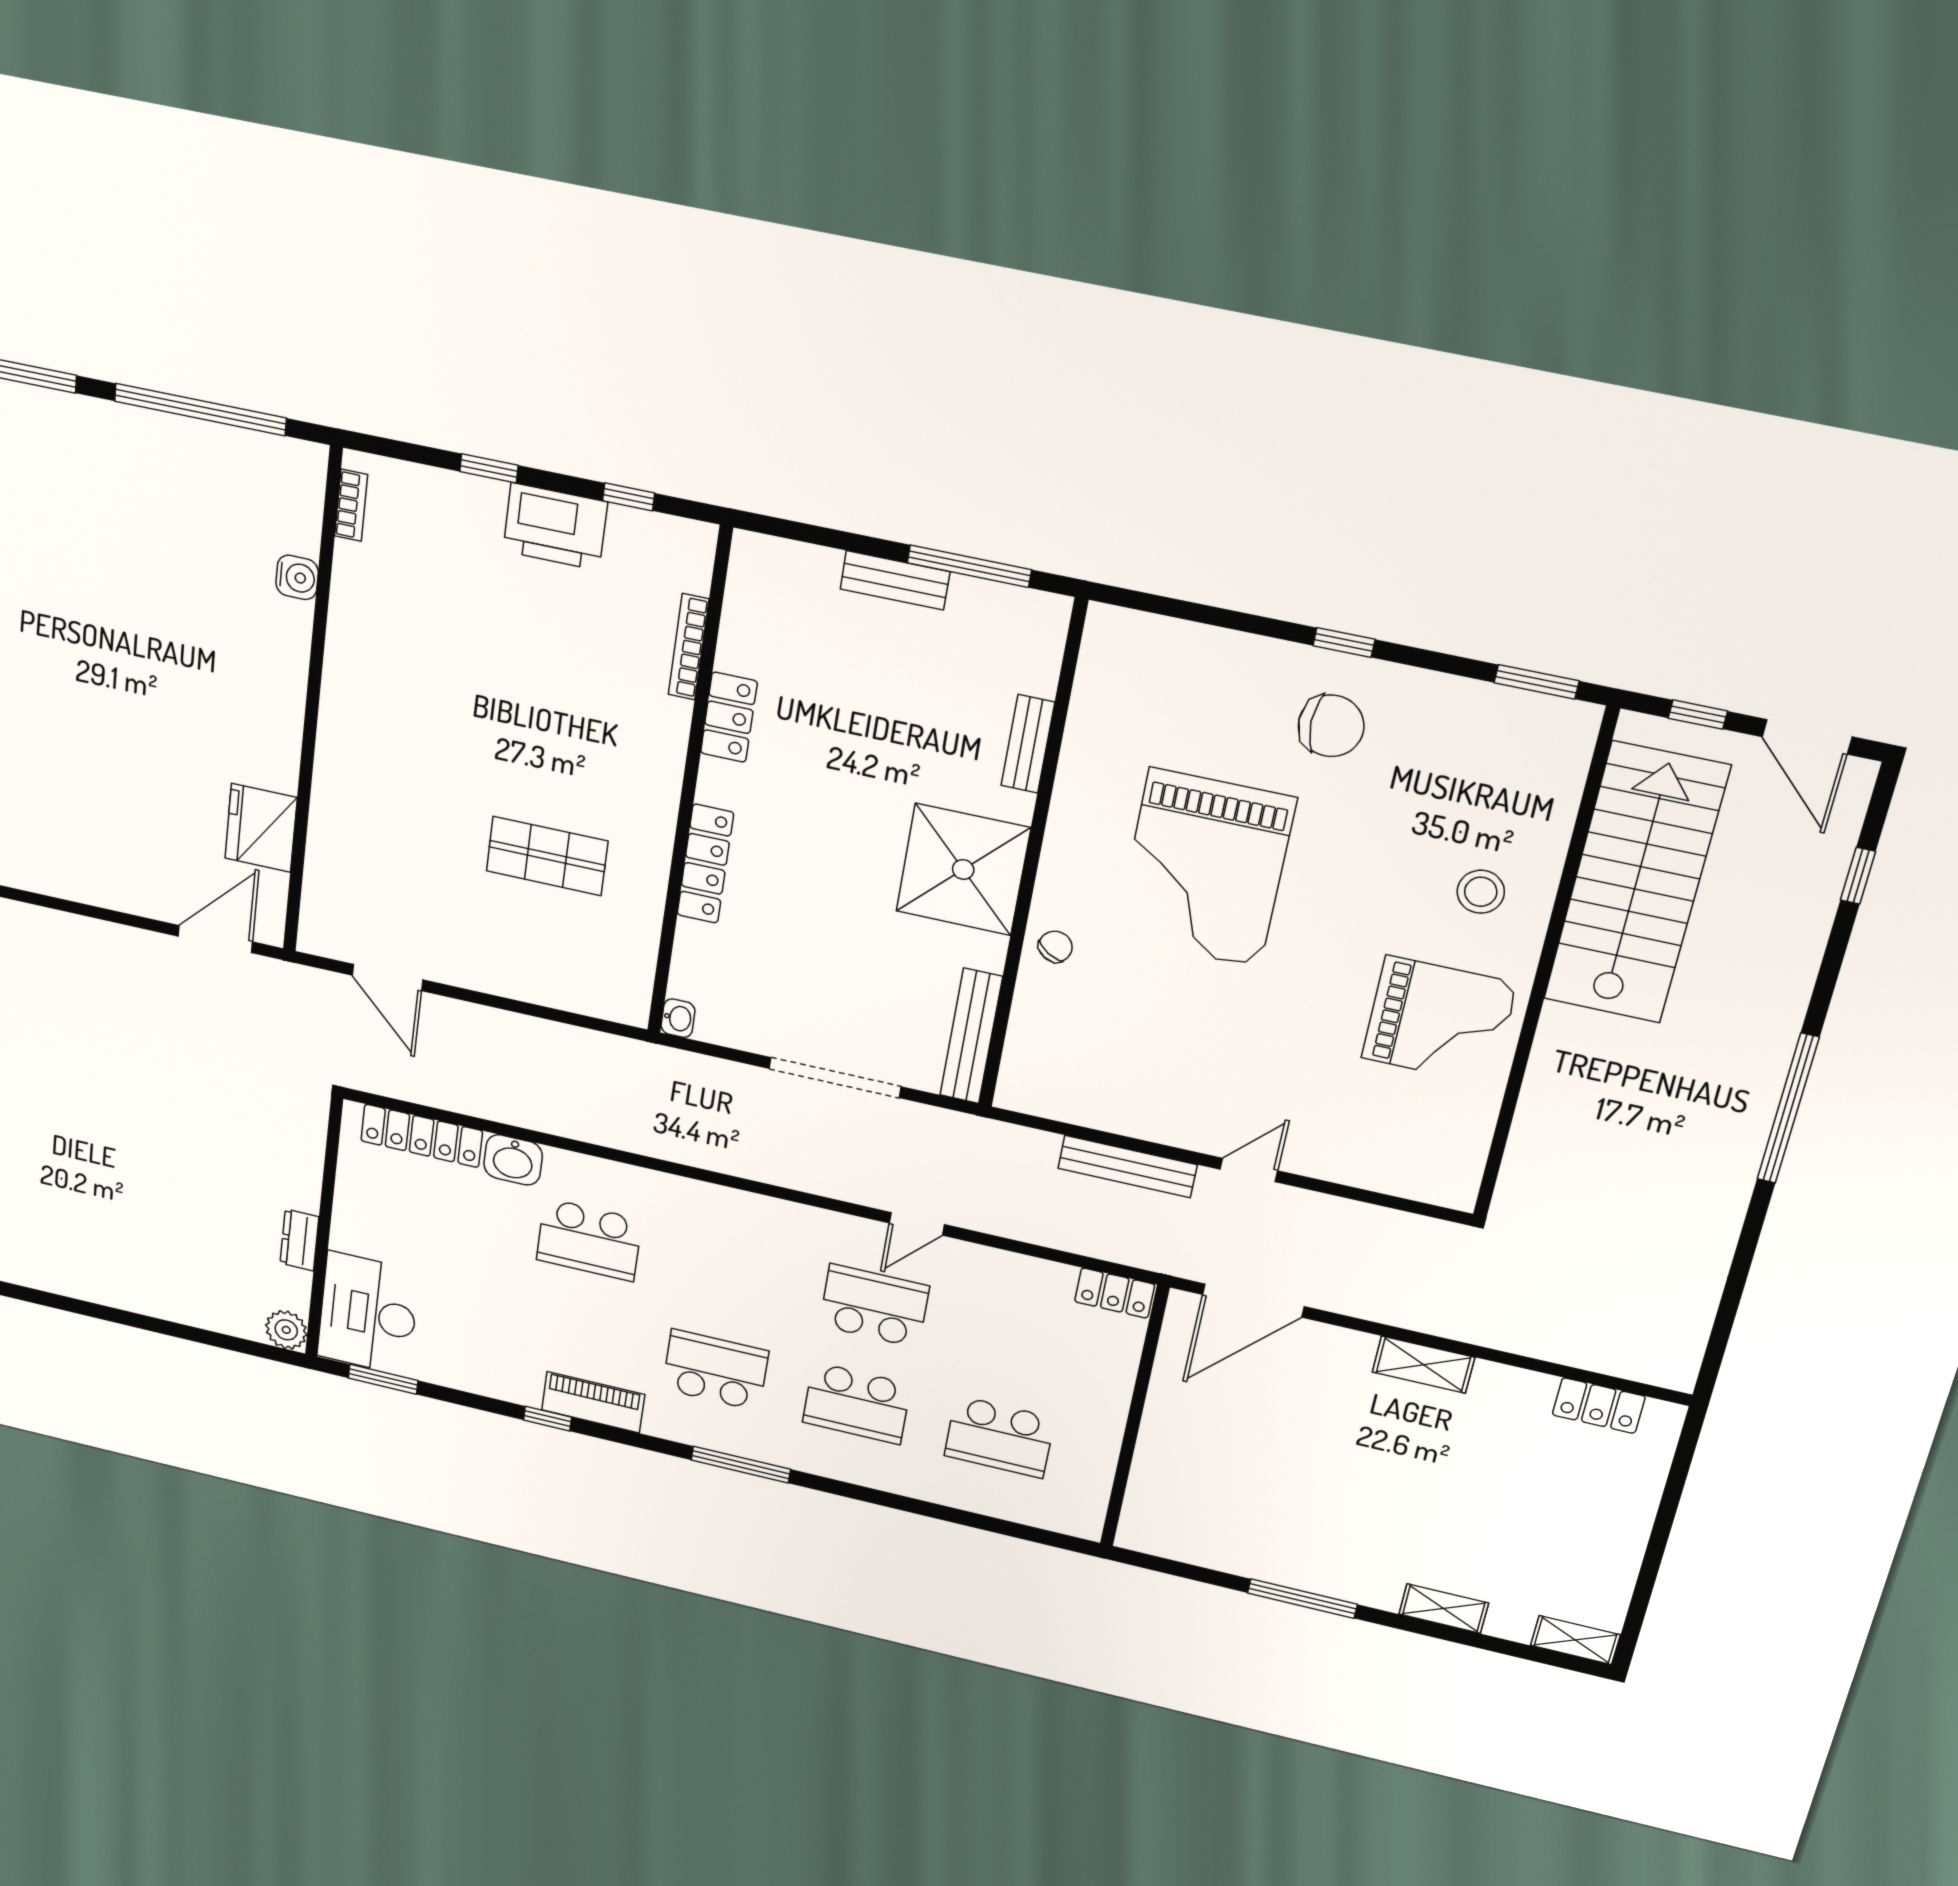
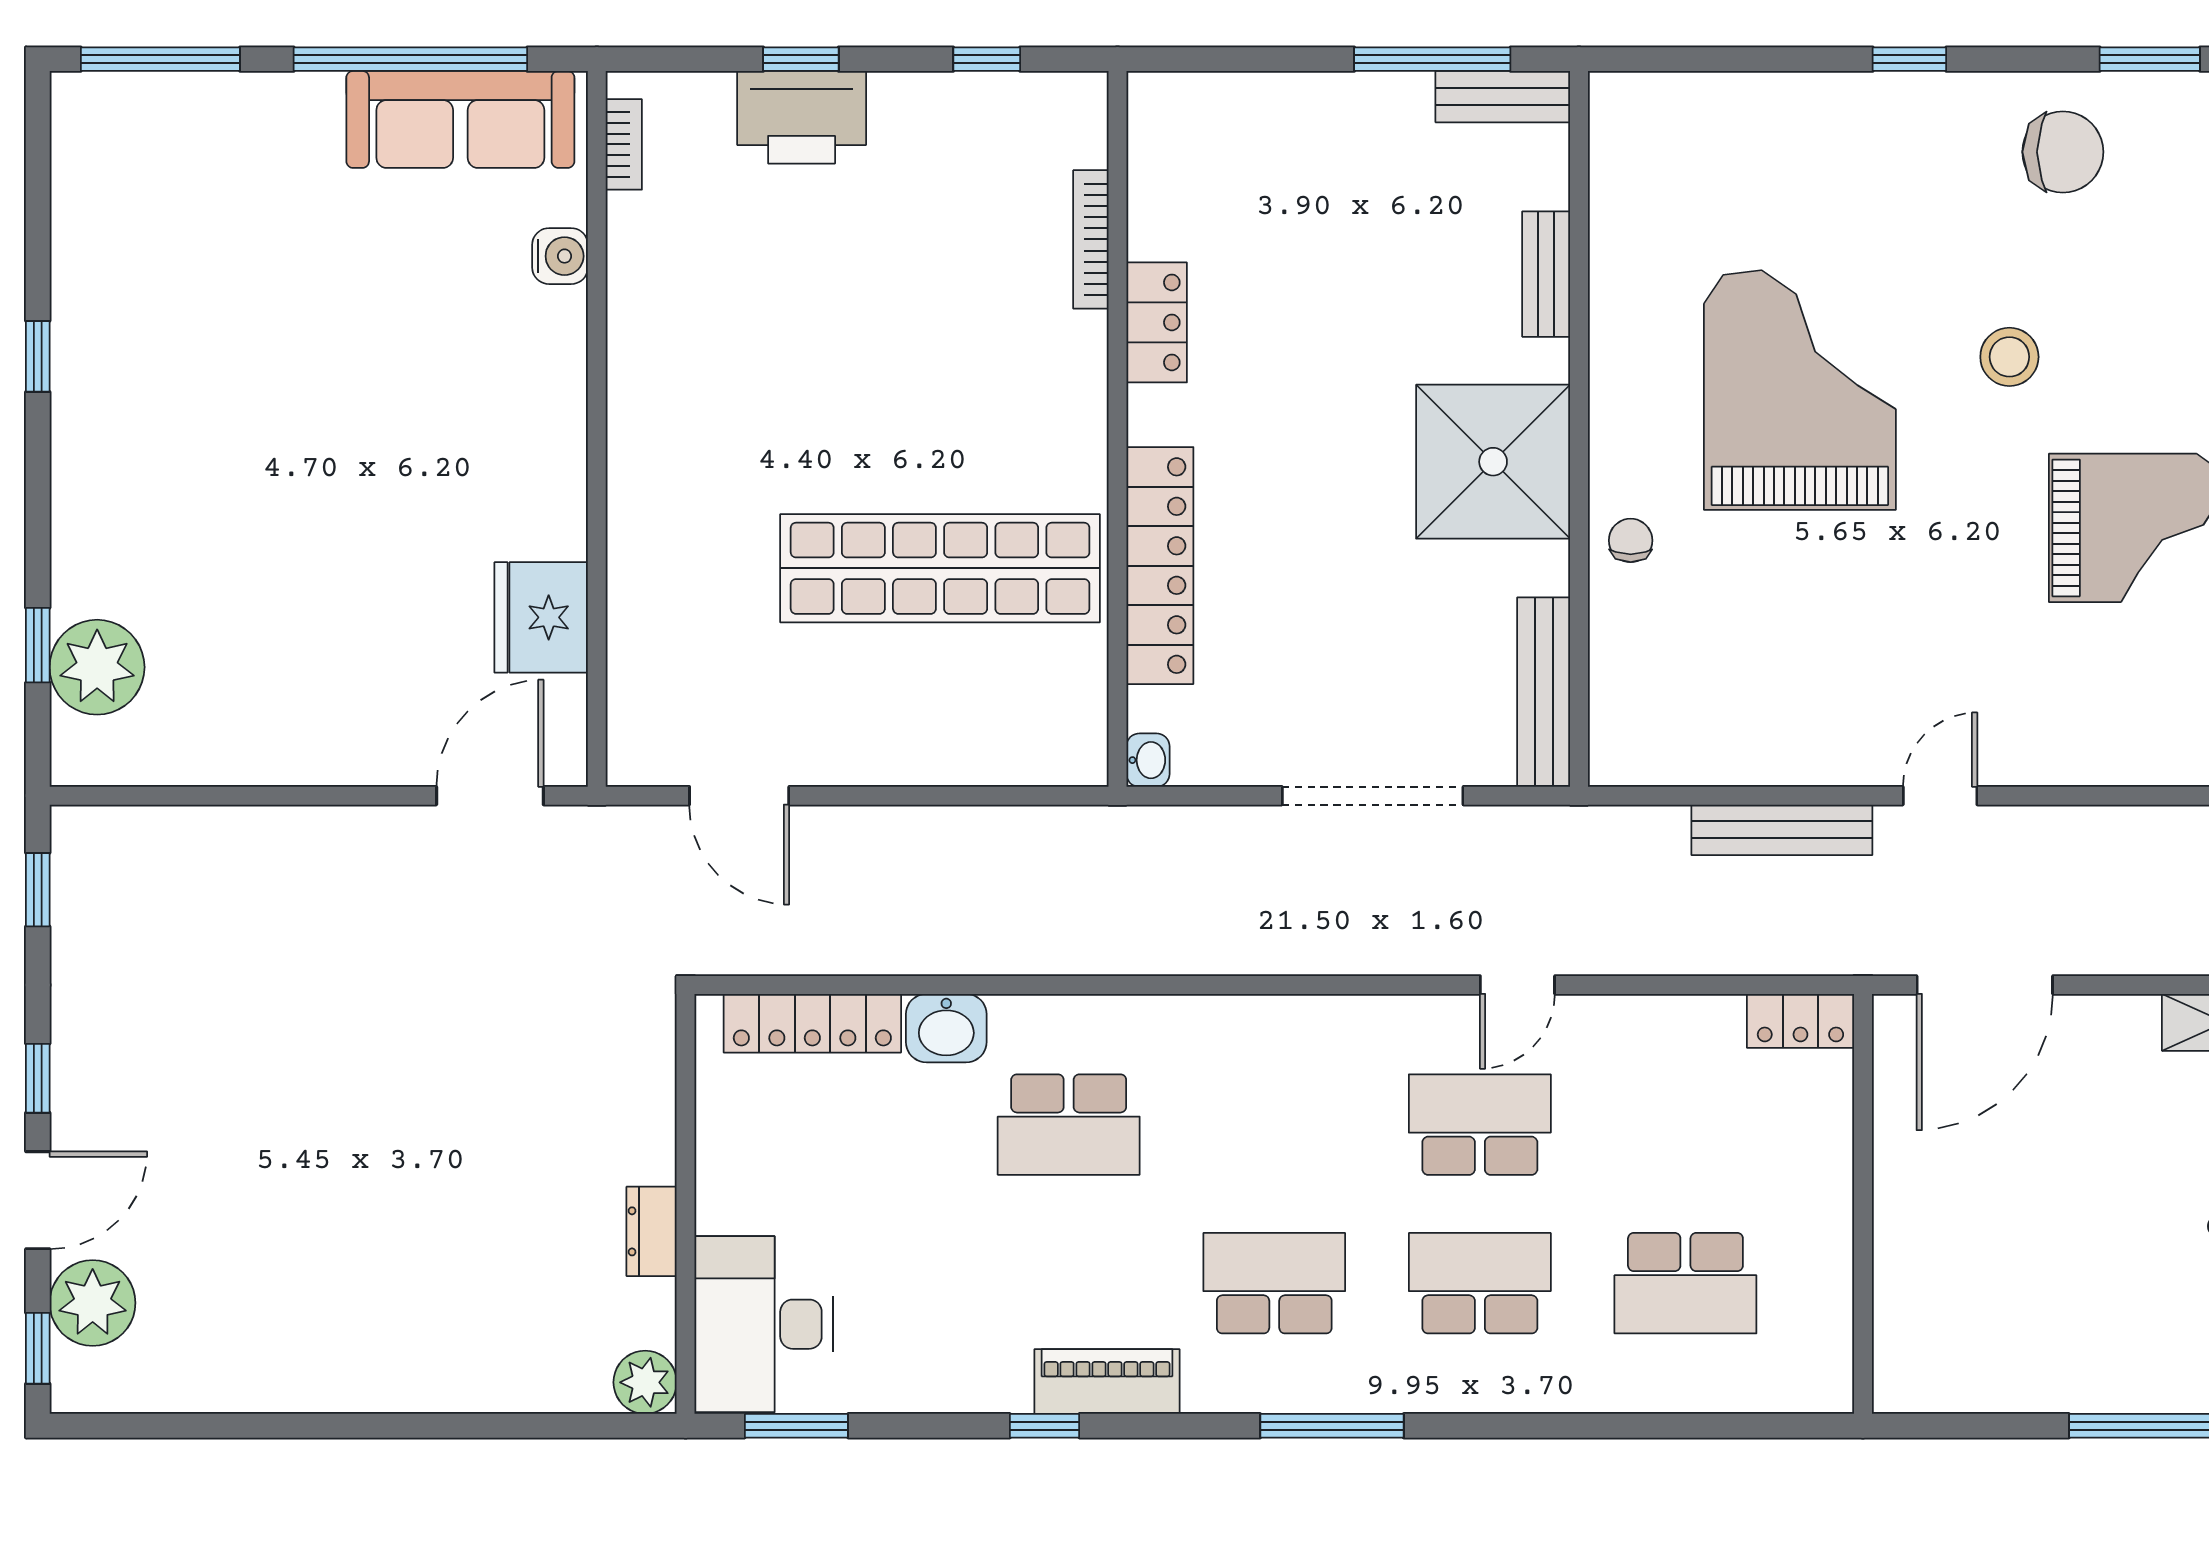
sofa: (233, 462) -> (460, 119), added
printer: (555, 527) -> (802, 117), moved
bench: (895, 580) -> (1503, 97), moved
chair: (1331, 726) -> (2063, 152), moved
shop shelf: (547, 856) -> (940, 568), width x2.00, depth x1.36
locker: (705, 864) -> (1160, 566), width x1.41, depth x1.21
grand piano: (1205, 868) -> (1800, 390), turned 180
stool: (1481, 892) -> (2009, 357), moved
chair: (1055, 947) -> (1631, 540), turned -32
school desk: (857, 1403) -> (1480, 1283), turned 180

